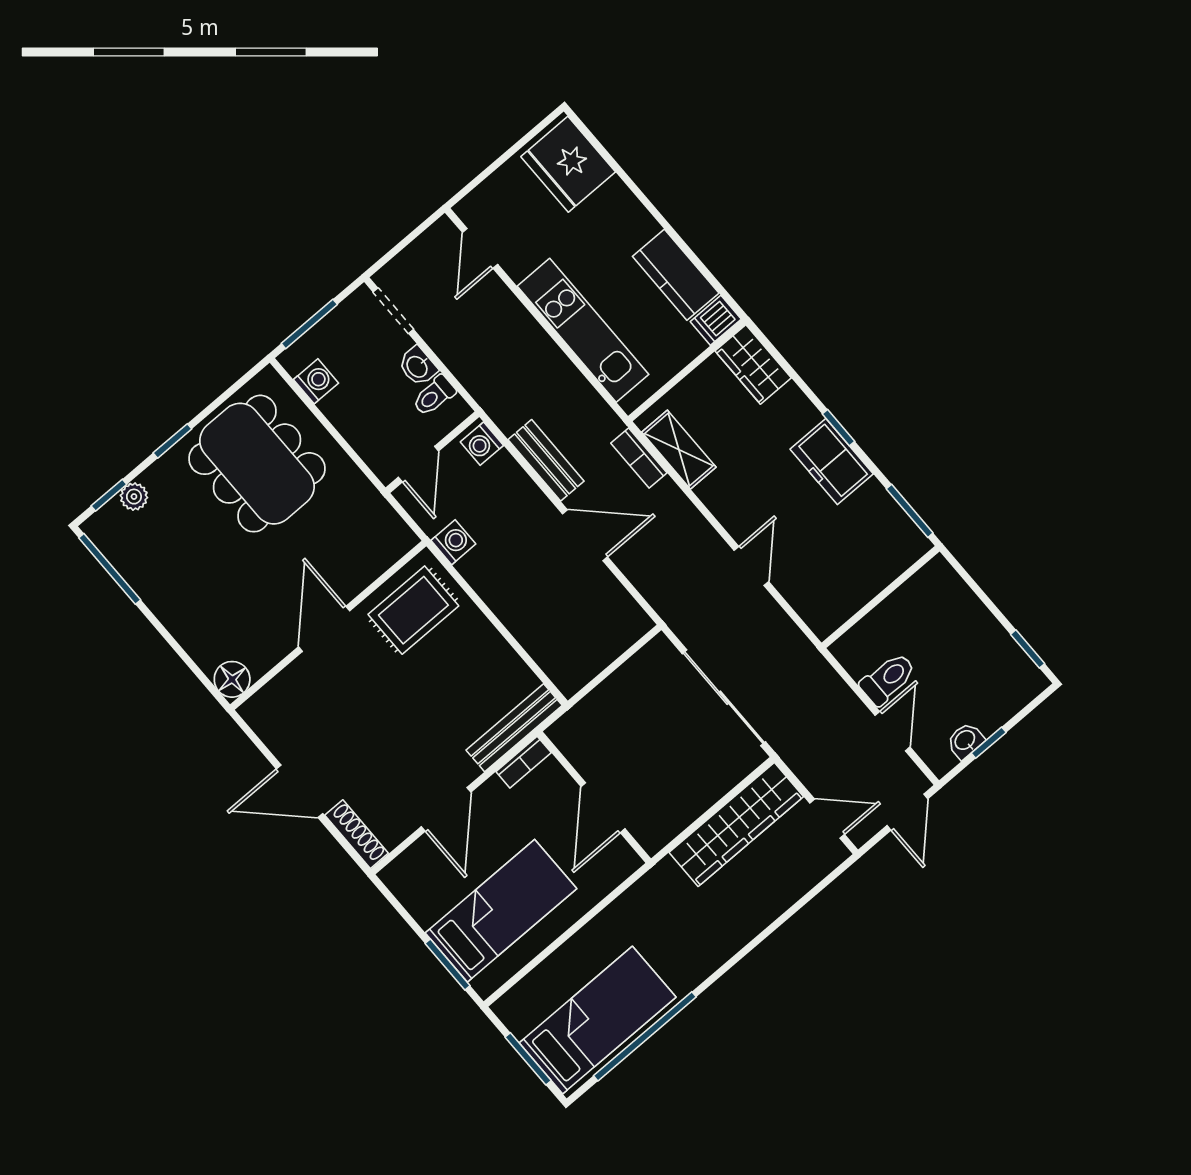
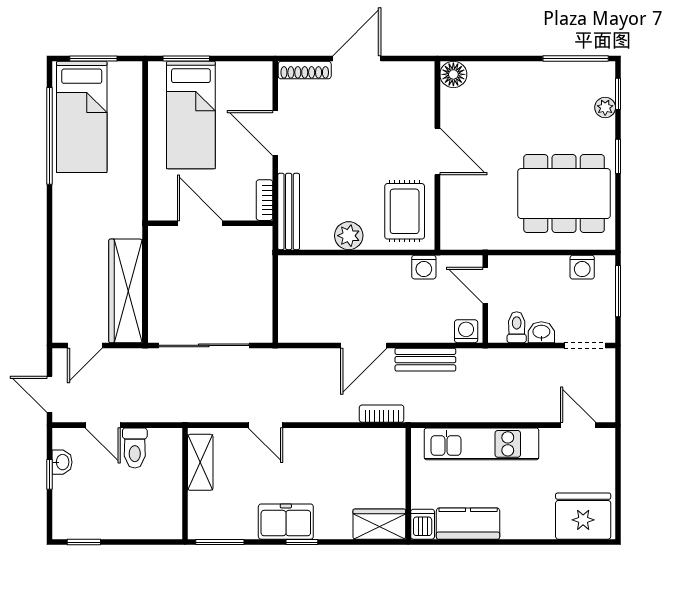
shelving: (679, 450) -> (200, 462), moved, turned 90
plant: (487, 646) -> (349, 236), added

